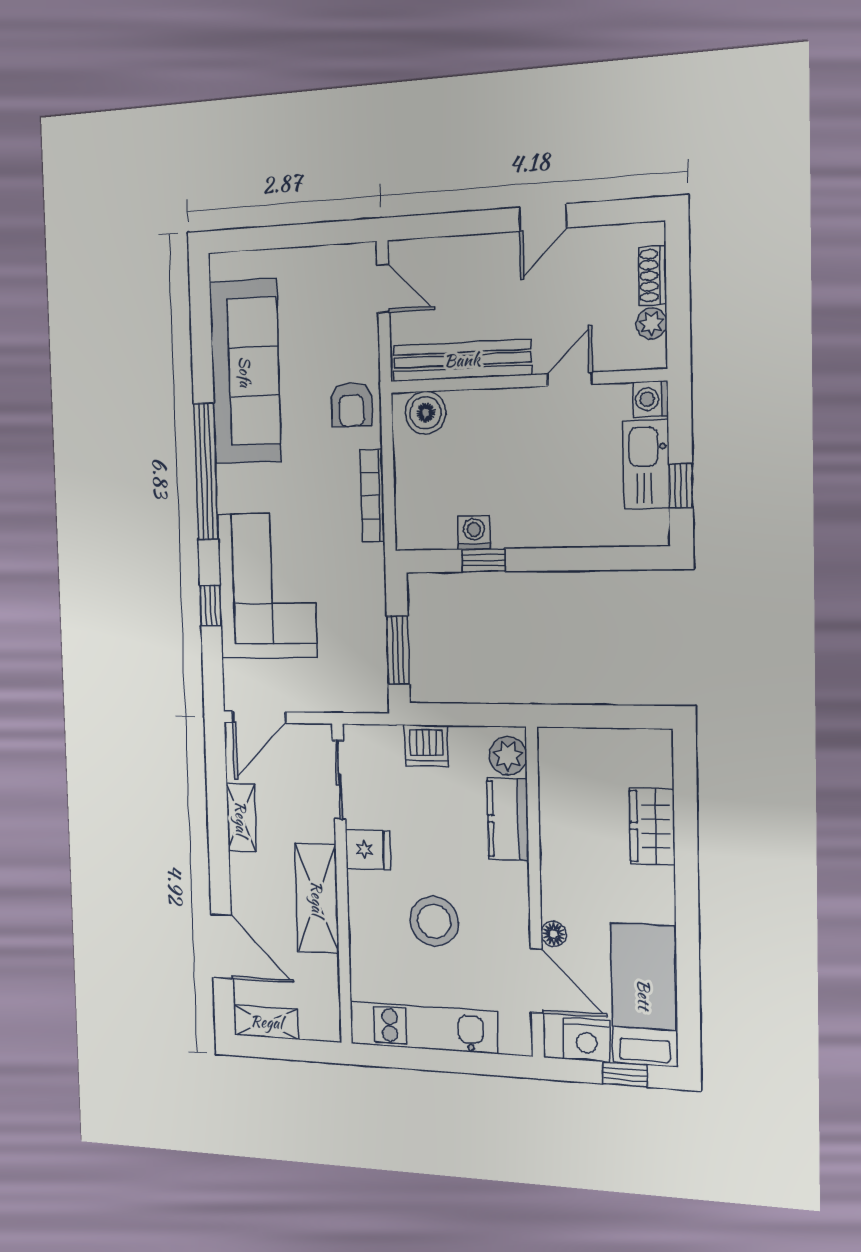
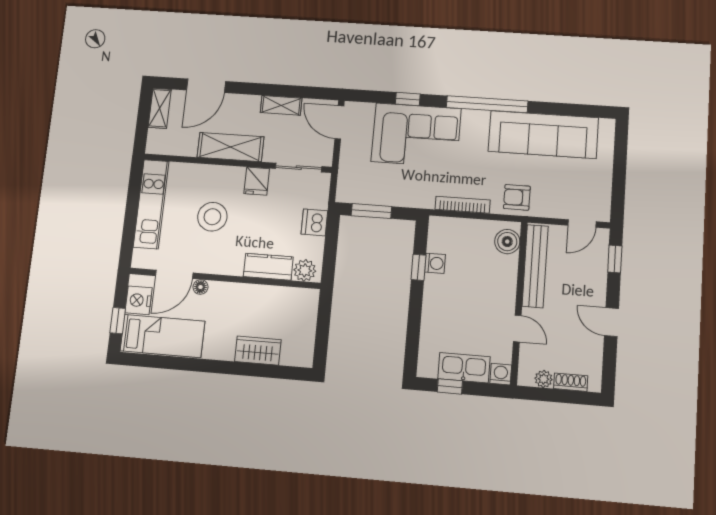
window: (436, 225) -> (615, 259), added

